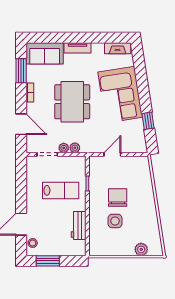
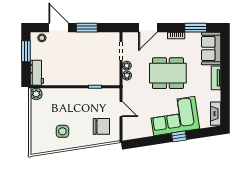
window: (148, 121) -> (179, 136), moved
lab bench: (61, 190) -> (89, 63), removed
window: (21, 193) -> (87, 28), added
chair: (118, 198) -> (101, 126), moved
side table: (115, 221) -> (62, 131), moved
workbench: (79, 226) -> (37, 73), moved, turned 90
plant: (141, 249) -> (36, 94), moved

